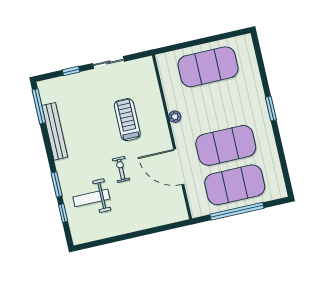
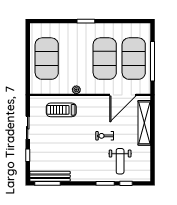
treadmill: (127, 120) -> (61, 110), moved
bench: (55, 131) -> (50, 176), moved
door: (179, 167) -> (123, 95), moved
shelving: (151, 219) -> (144, 123), added

